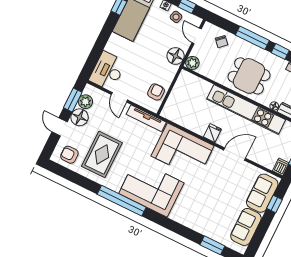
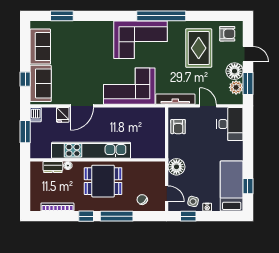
plant: (192, 63) -> (159, 168), removed
fridge: (212, 133) -> (63, 115), moved

